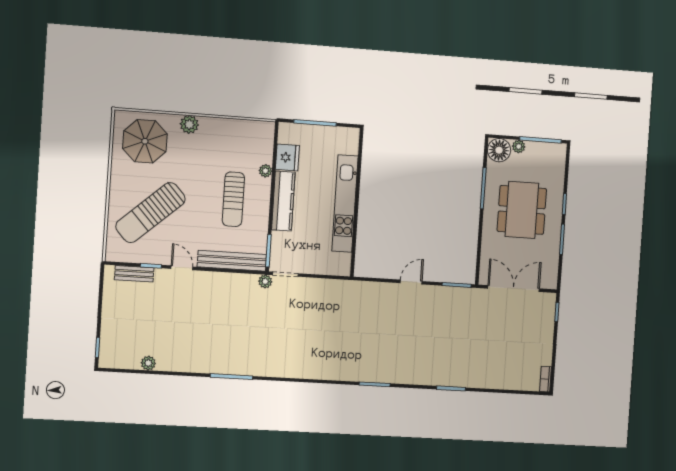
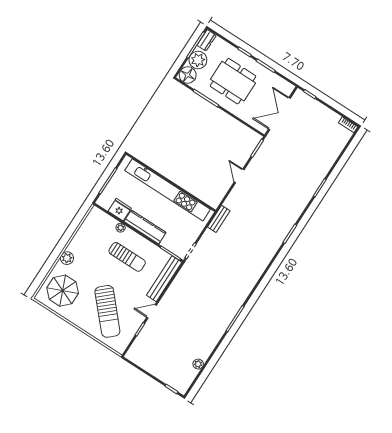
plant: (519, 147) -> (198, 60), width x1.88, depth x1.88
dresser: (553, 150) -> (207, 40), added
kitchen unit: (345, 204) -> (168, 190), width x1.36
bench: (134, 274) -> (219, 219), moved
plant: (265, 281) -> (188, 266), removed

